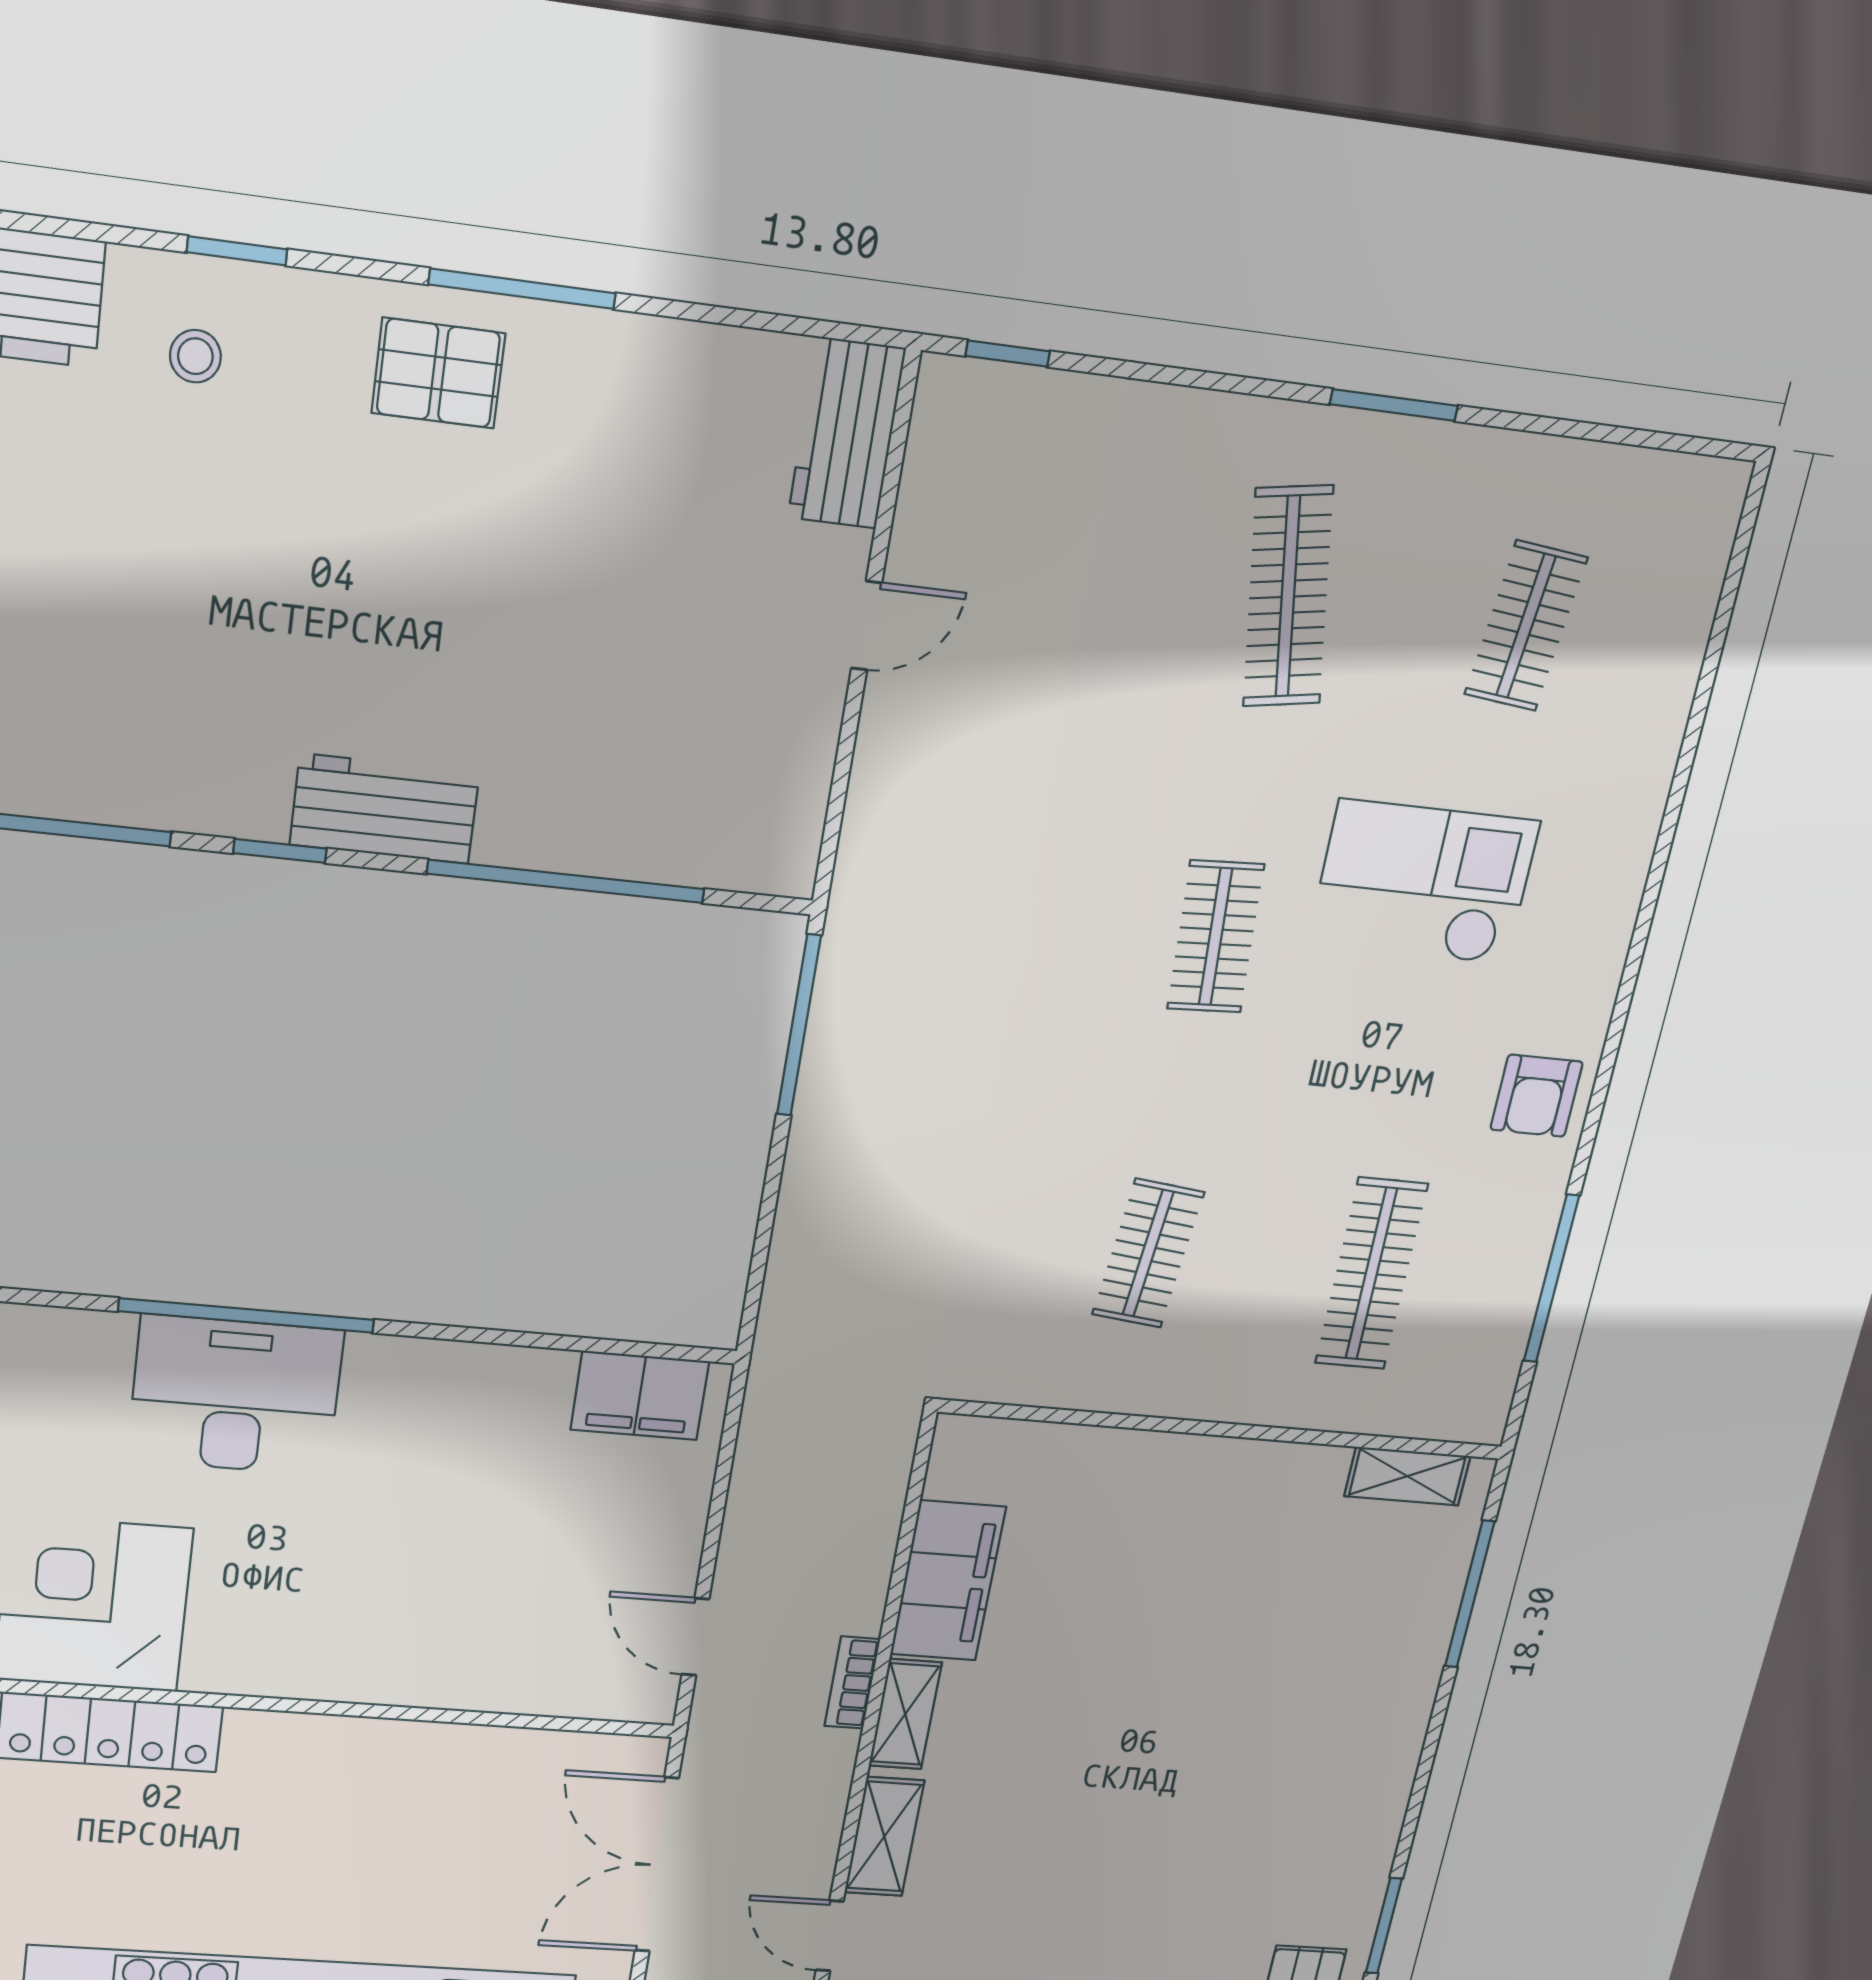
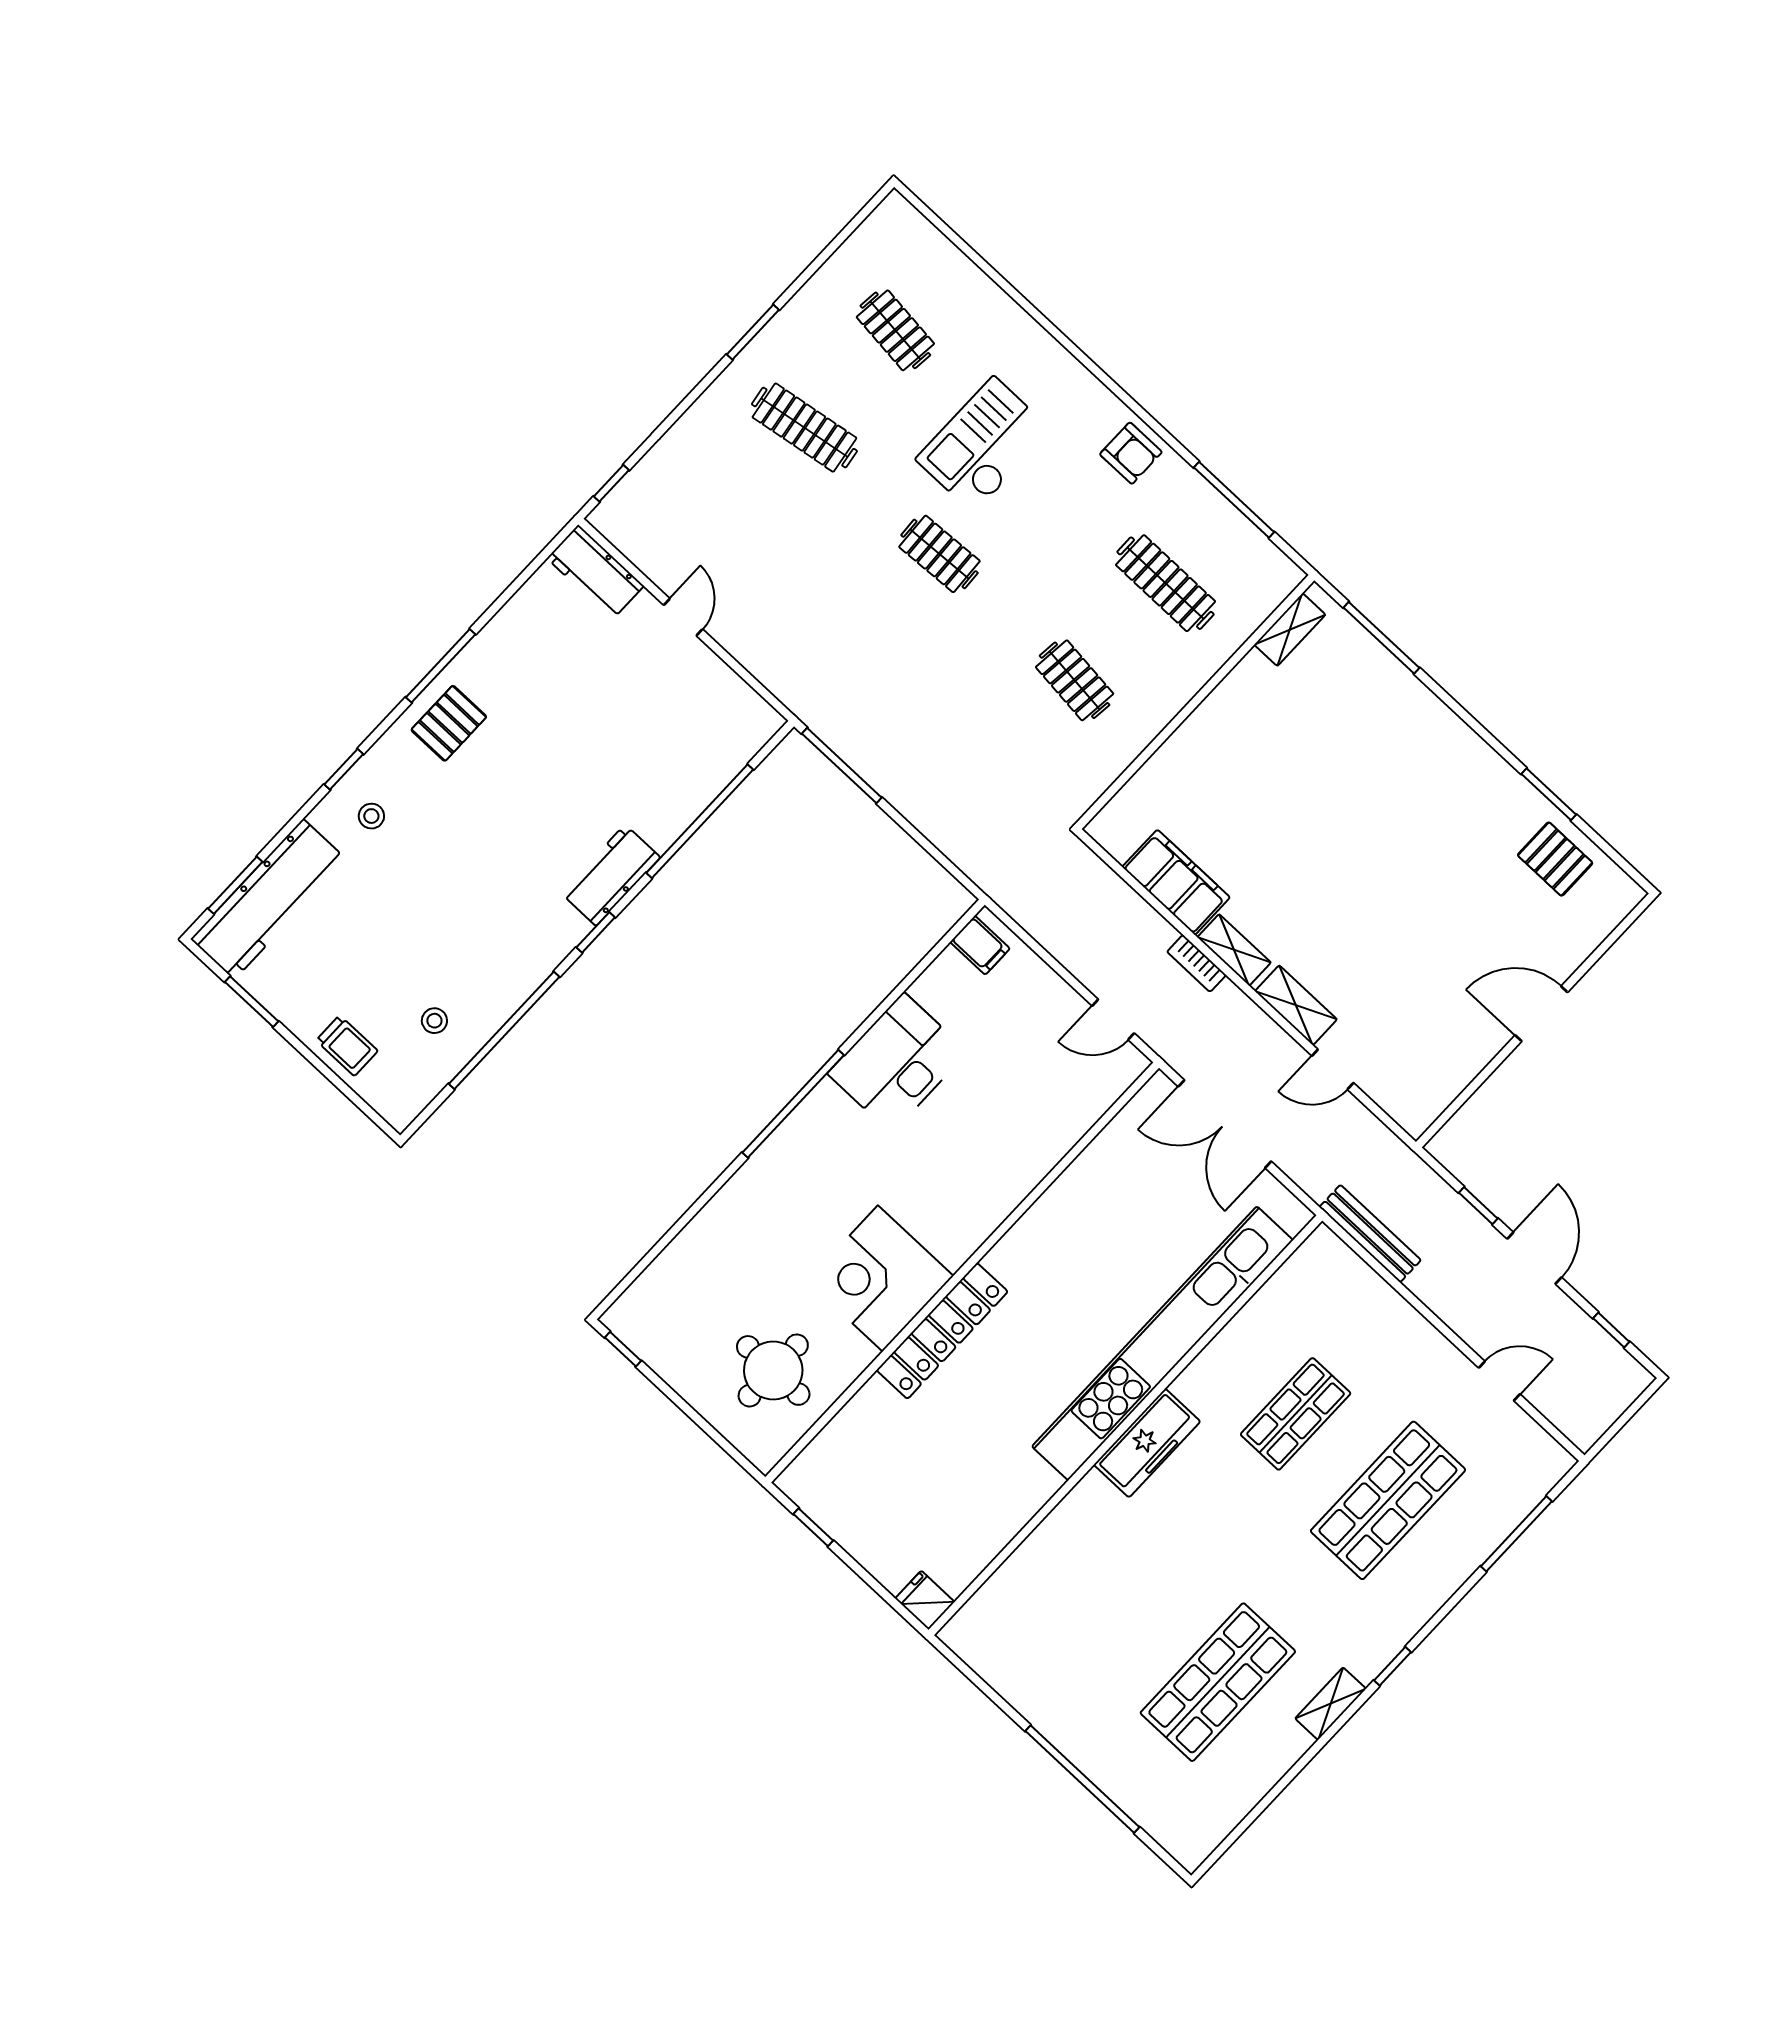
desk: (235, 1395) -> (897, 1063), moved
filing cabinet: (640, 1396) -> (980, 945), width x0.50

